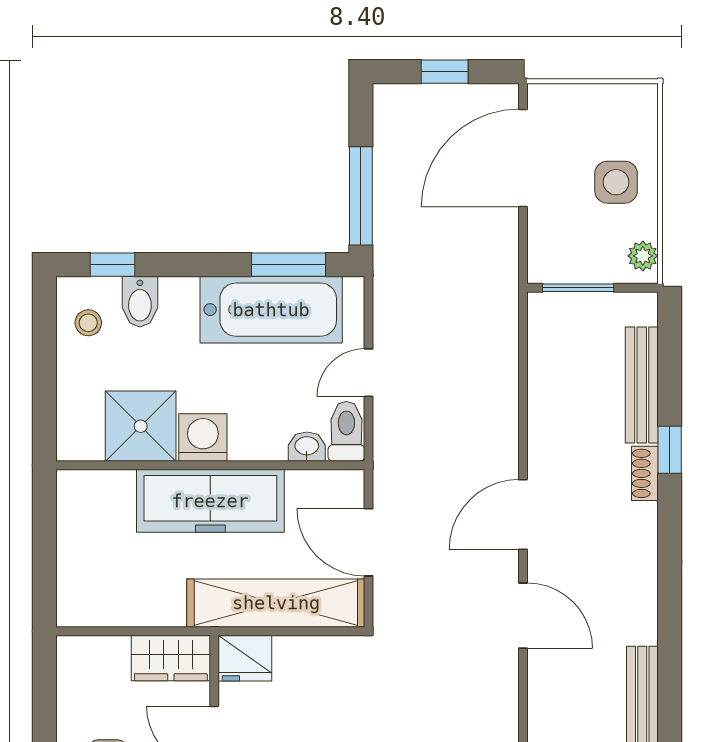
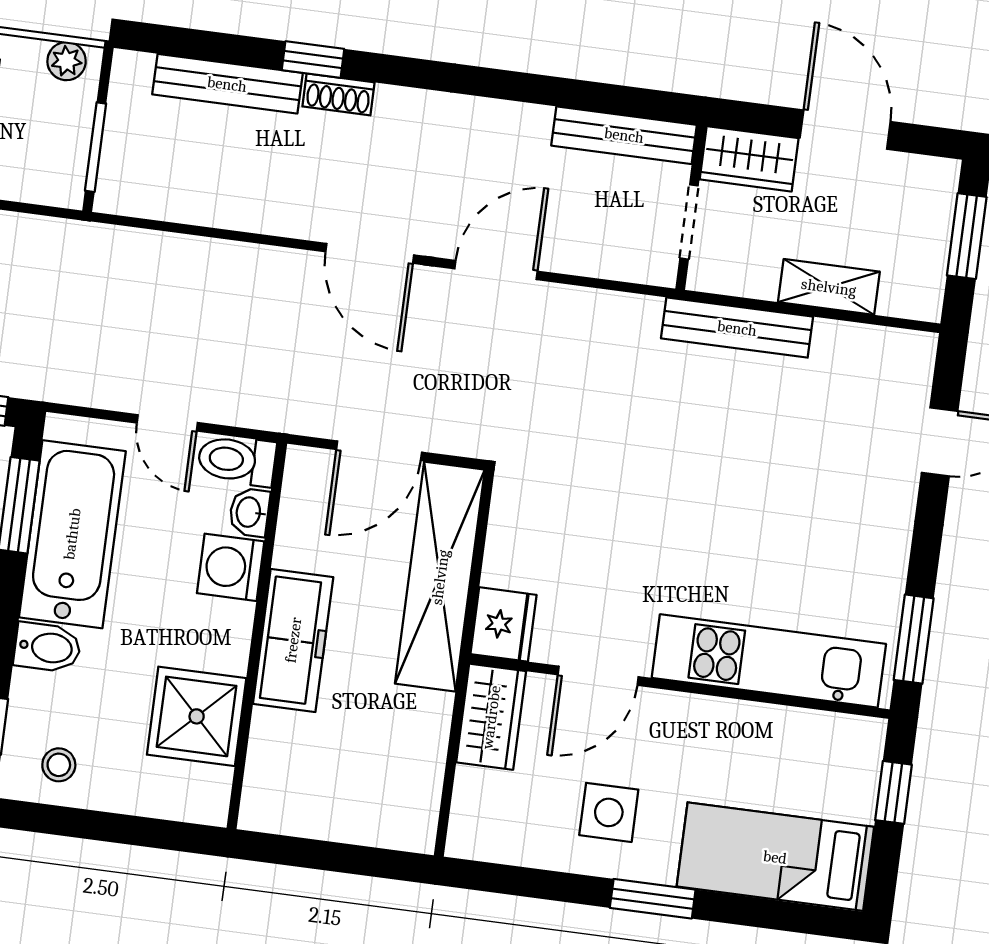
bidet: (140, 302) -> (47, 647), moved
washing machine: (203, 438) -> (231, 567), moved
freezer: (210, 501) -> (293, 640), width x0.73, depth x0.79

